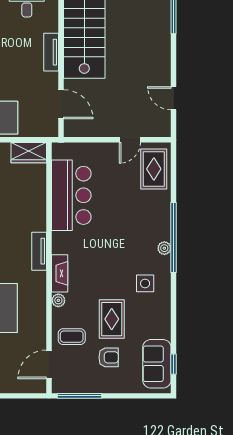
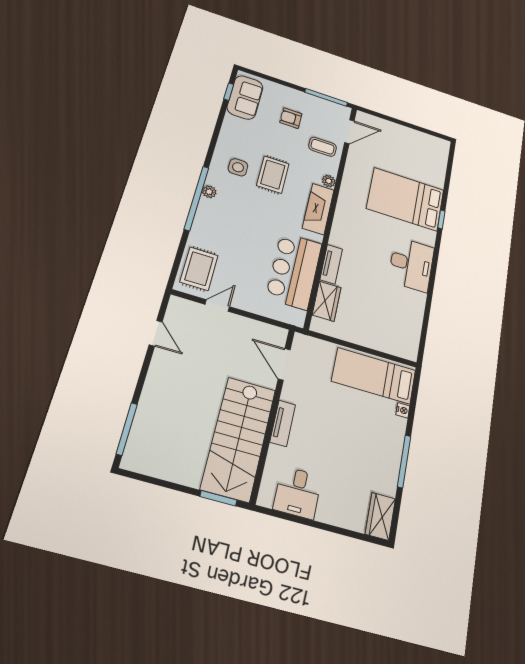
wardrobe: (29, 153) -> (327, 301), moved, turned 90
tv unit: (39, 251) -> (331, 264), moved
fireplace: (60, 273) -> (318, 209), width x1.37, depth x1.32
rug: (112, 319) -> (273, 175), moved

